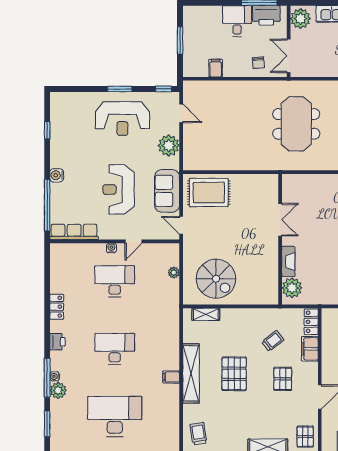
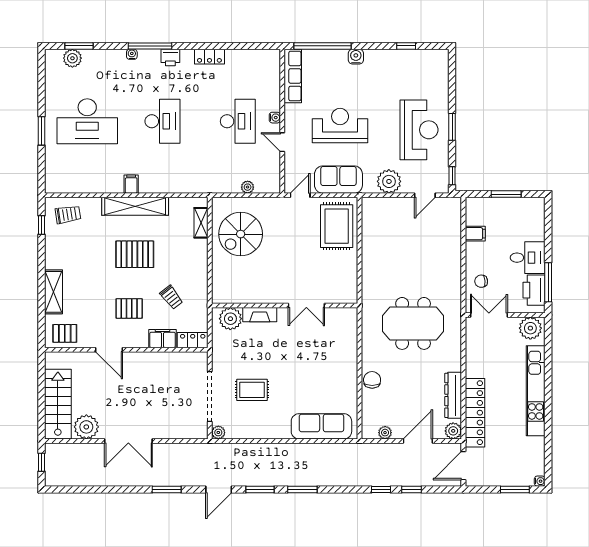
reception desk: (122, 119) -> (419, 130), turned 180
window: (47, 378) -> (150, 46), moved
plant: (58, 390) -> (72, 58), moved
desk: (115, 416) -> (87, 121), turned 90

